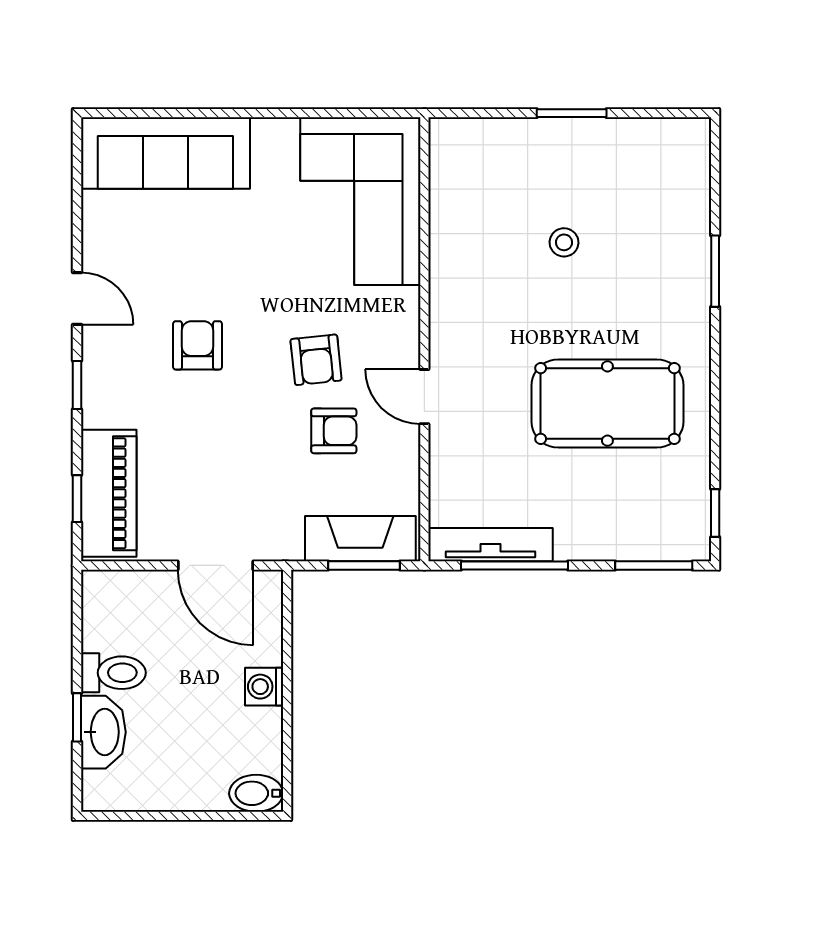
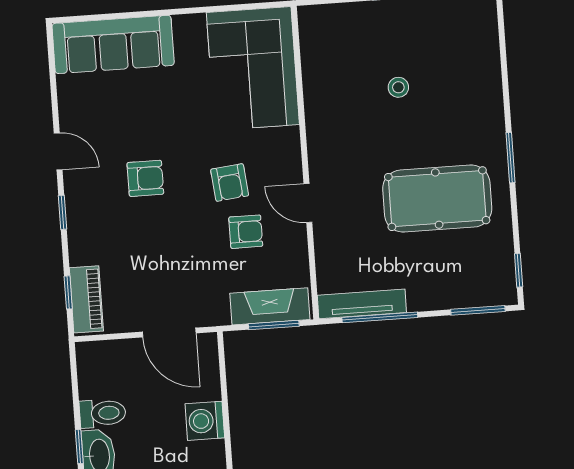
window: (715, 271) -> (511, 158), moved
armchair: (198, 345) -> (145, 178), turned 90
piano: (109, 493) -> (86, 299), width x0.73, depth x0.75
washing machine: (264, 687) -> (205, 421), width x1.38, depth x1.38

